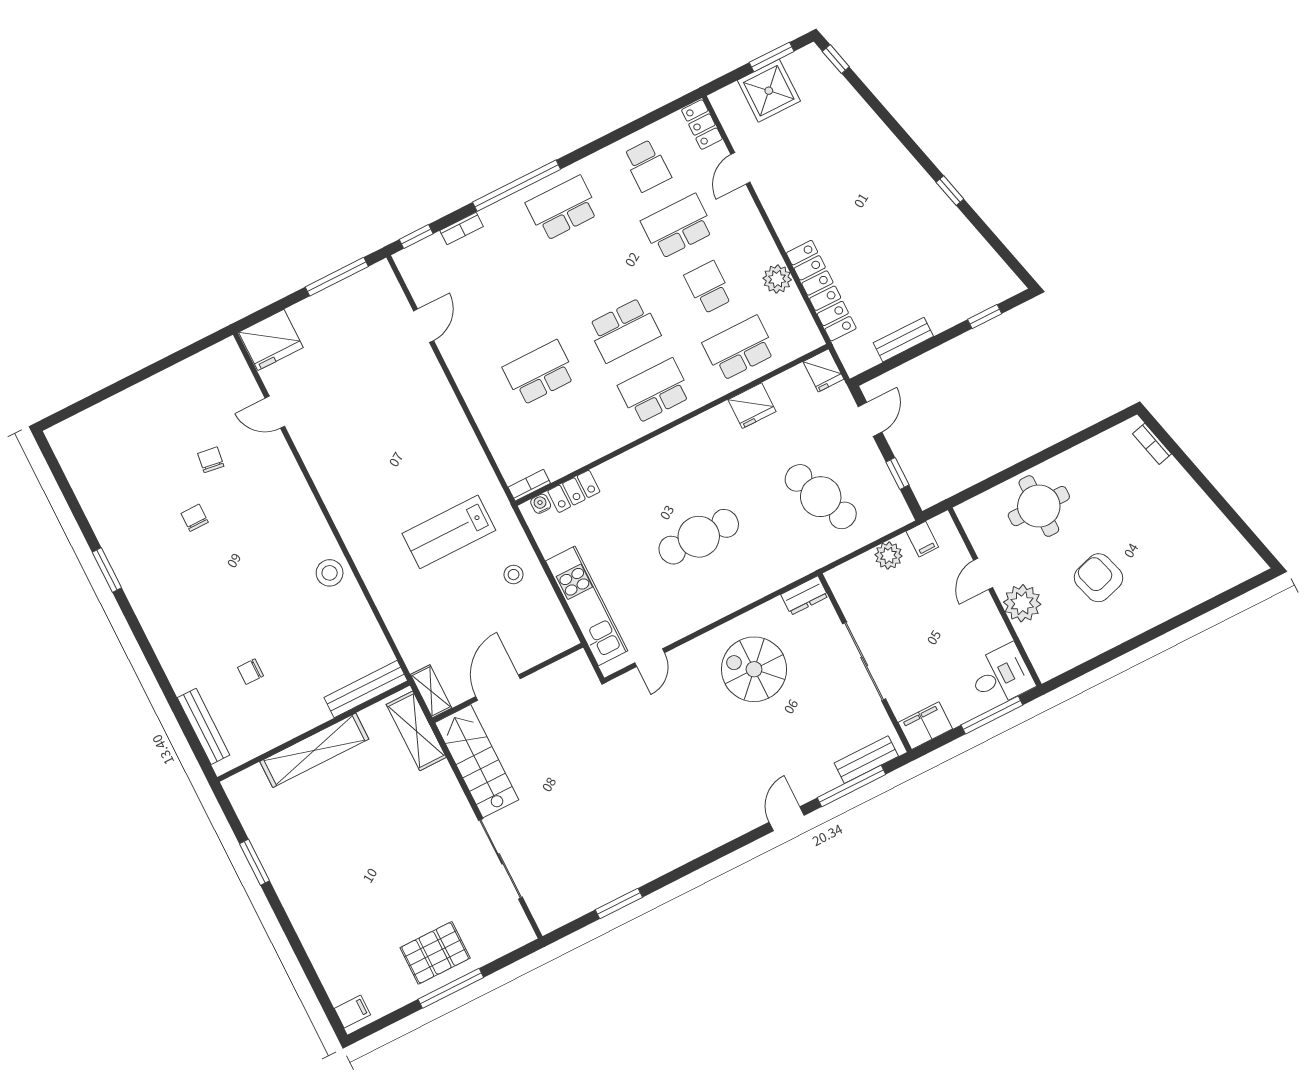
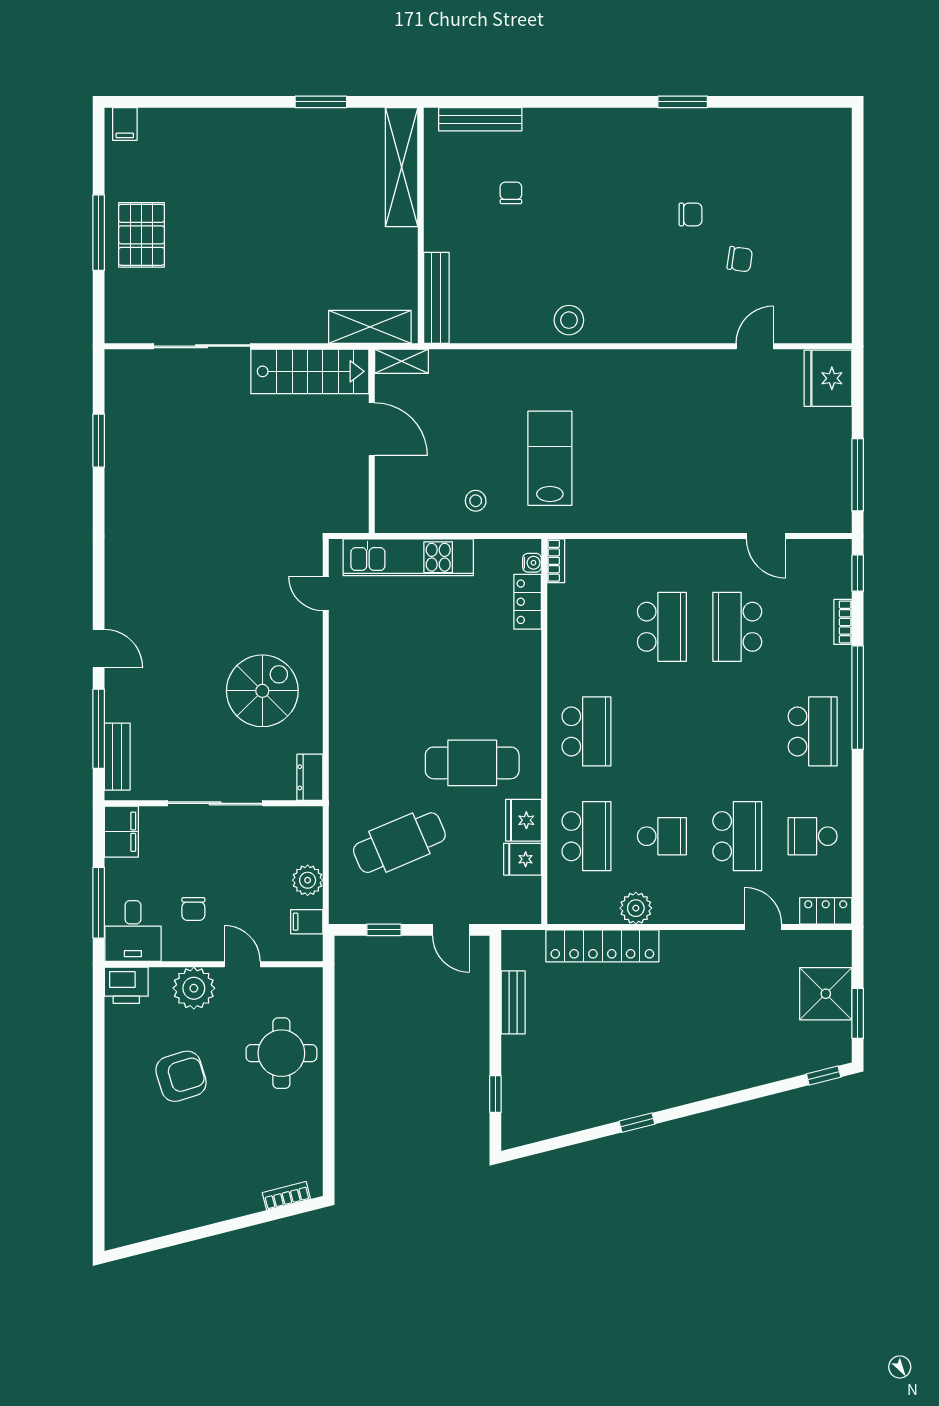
school desk: (624, 330) -> (737, 627), moved
fridge: (823, 370) -> (523, 859), moved
cafe table: (699, 537) -> (472, 763), moved, turned 90
chair: (958, 636) -> (193, 909), added
printer: (1047, 659) -> (126, 985), added
shelving: (314, 750) -> (402, 167), moved

